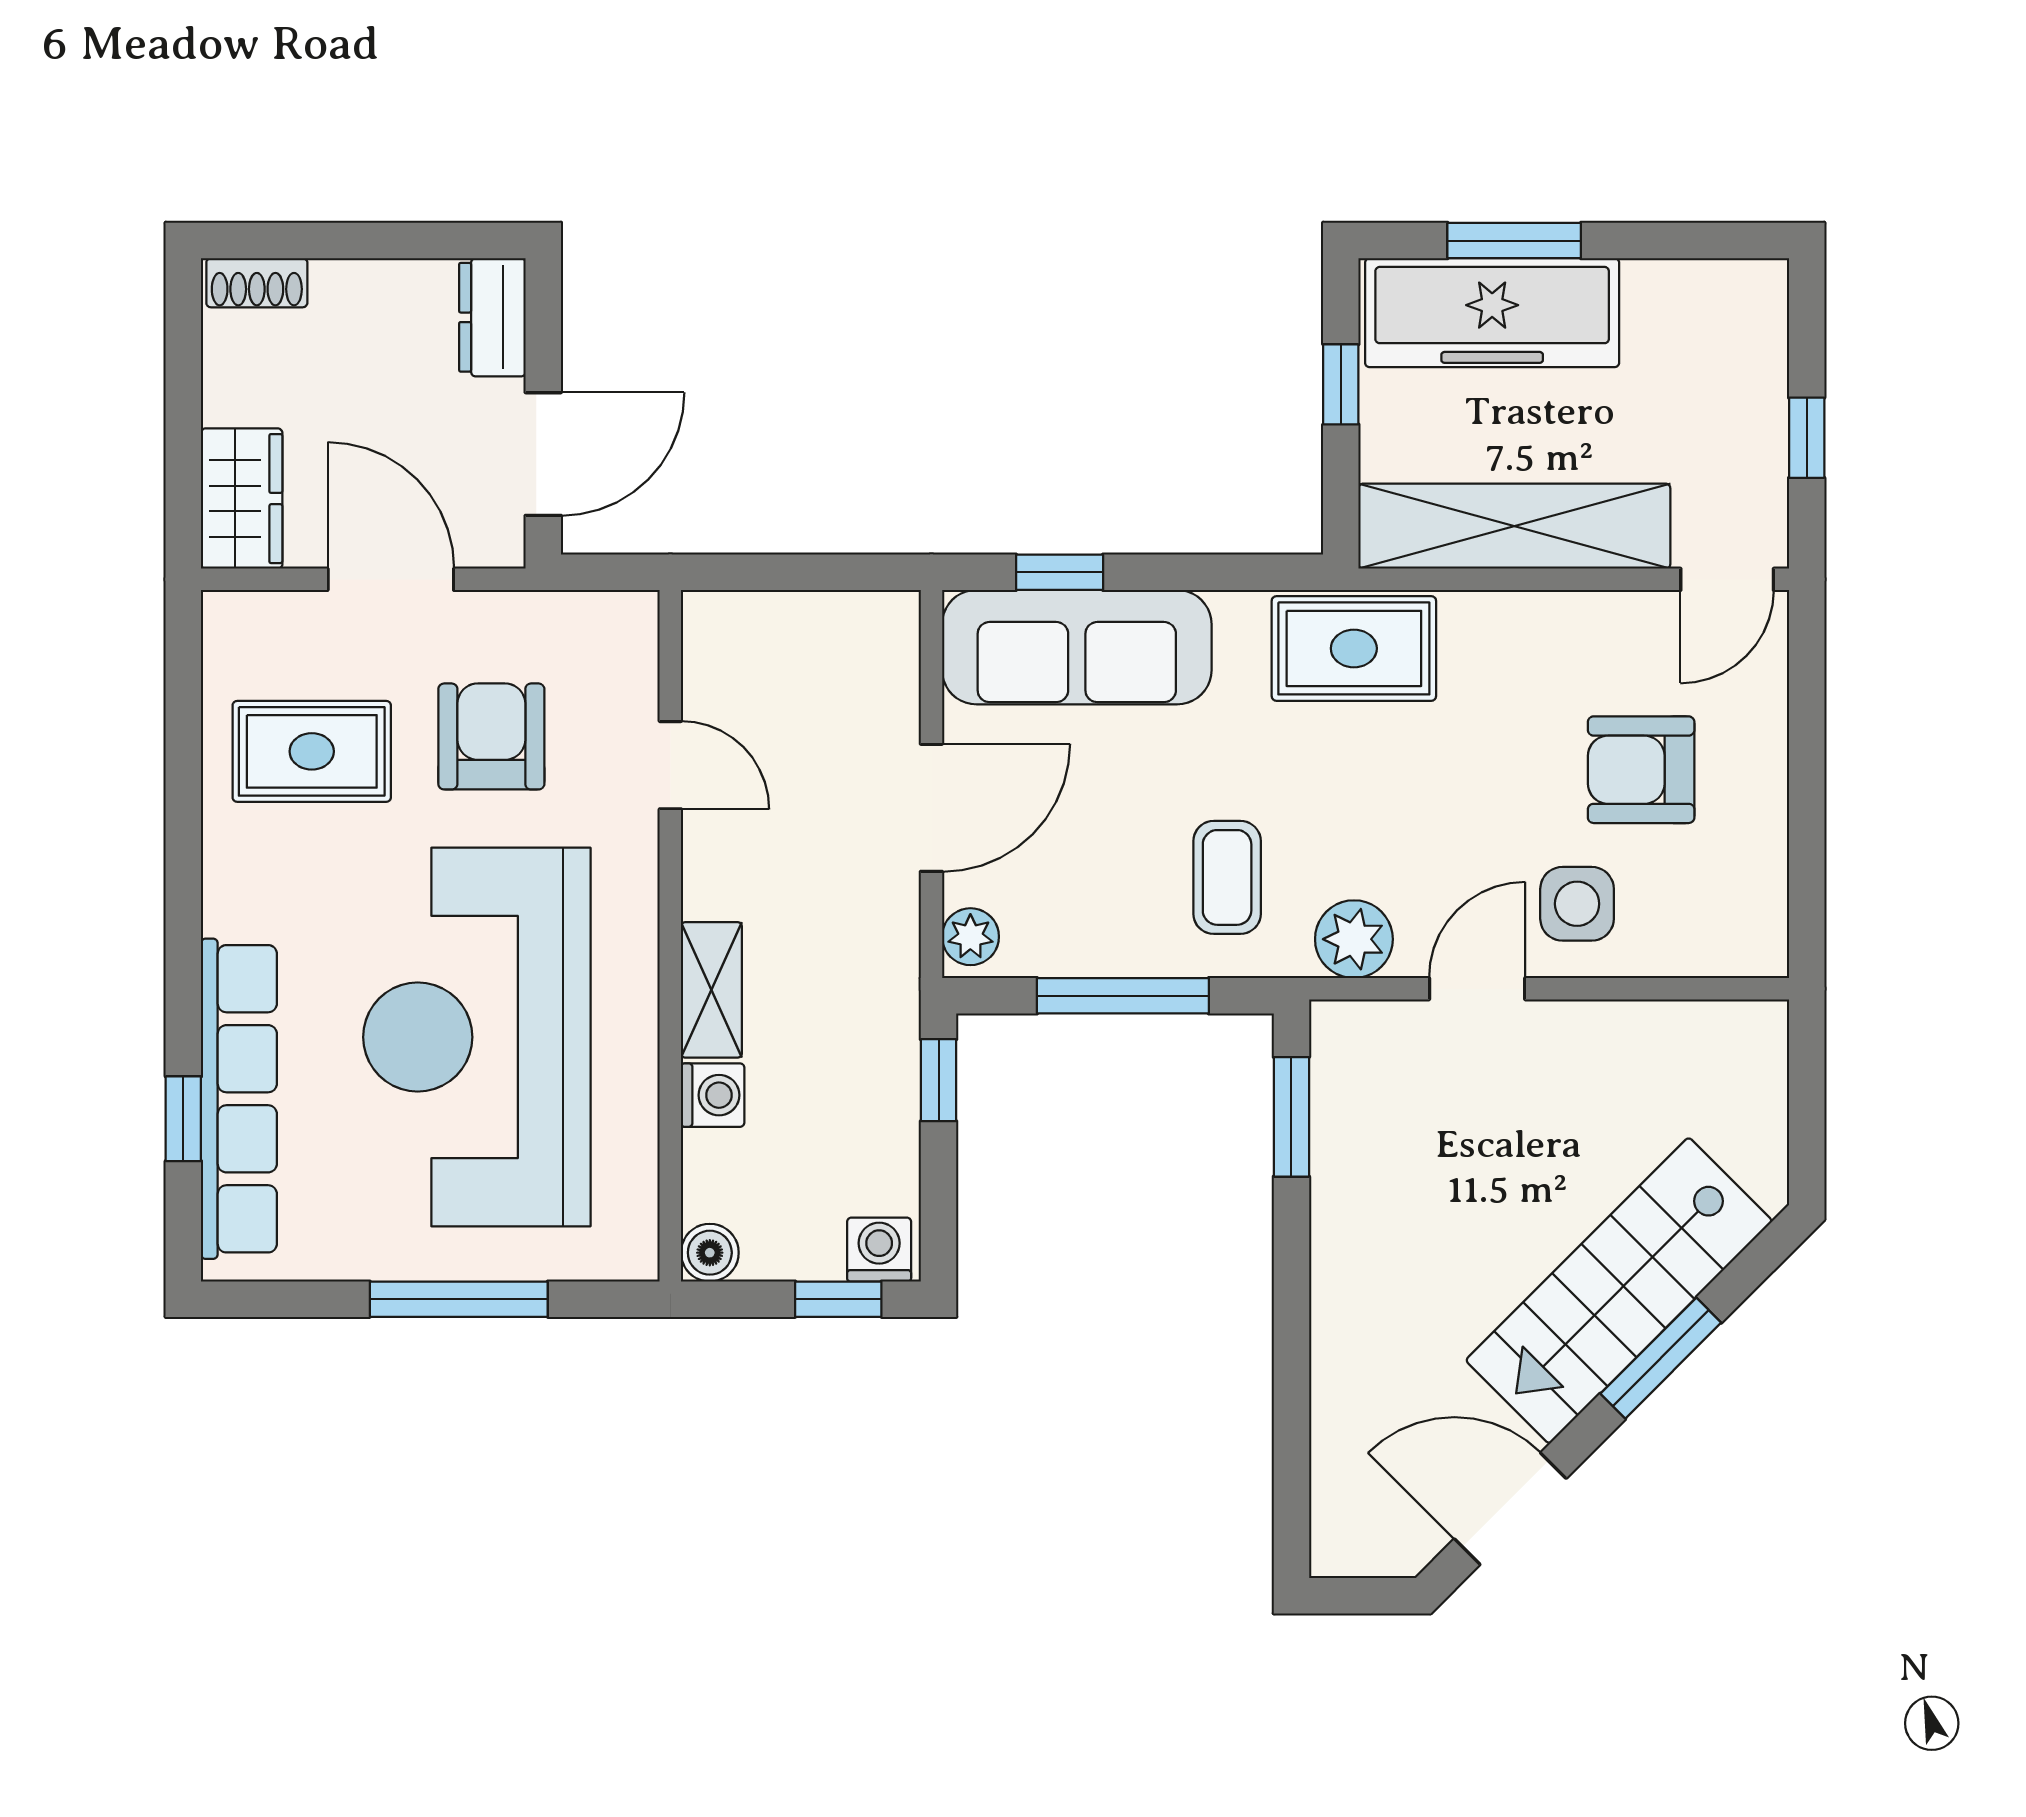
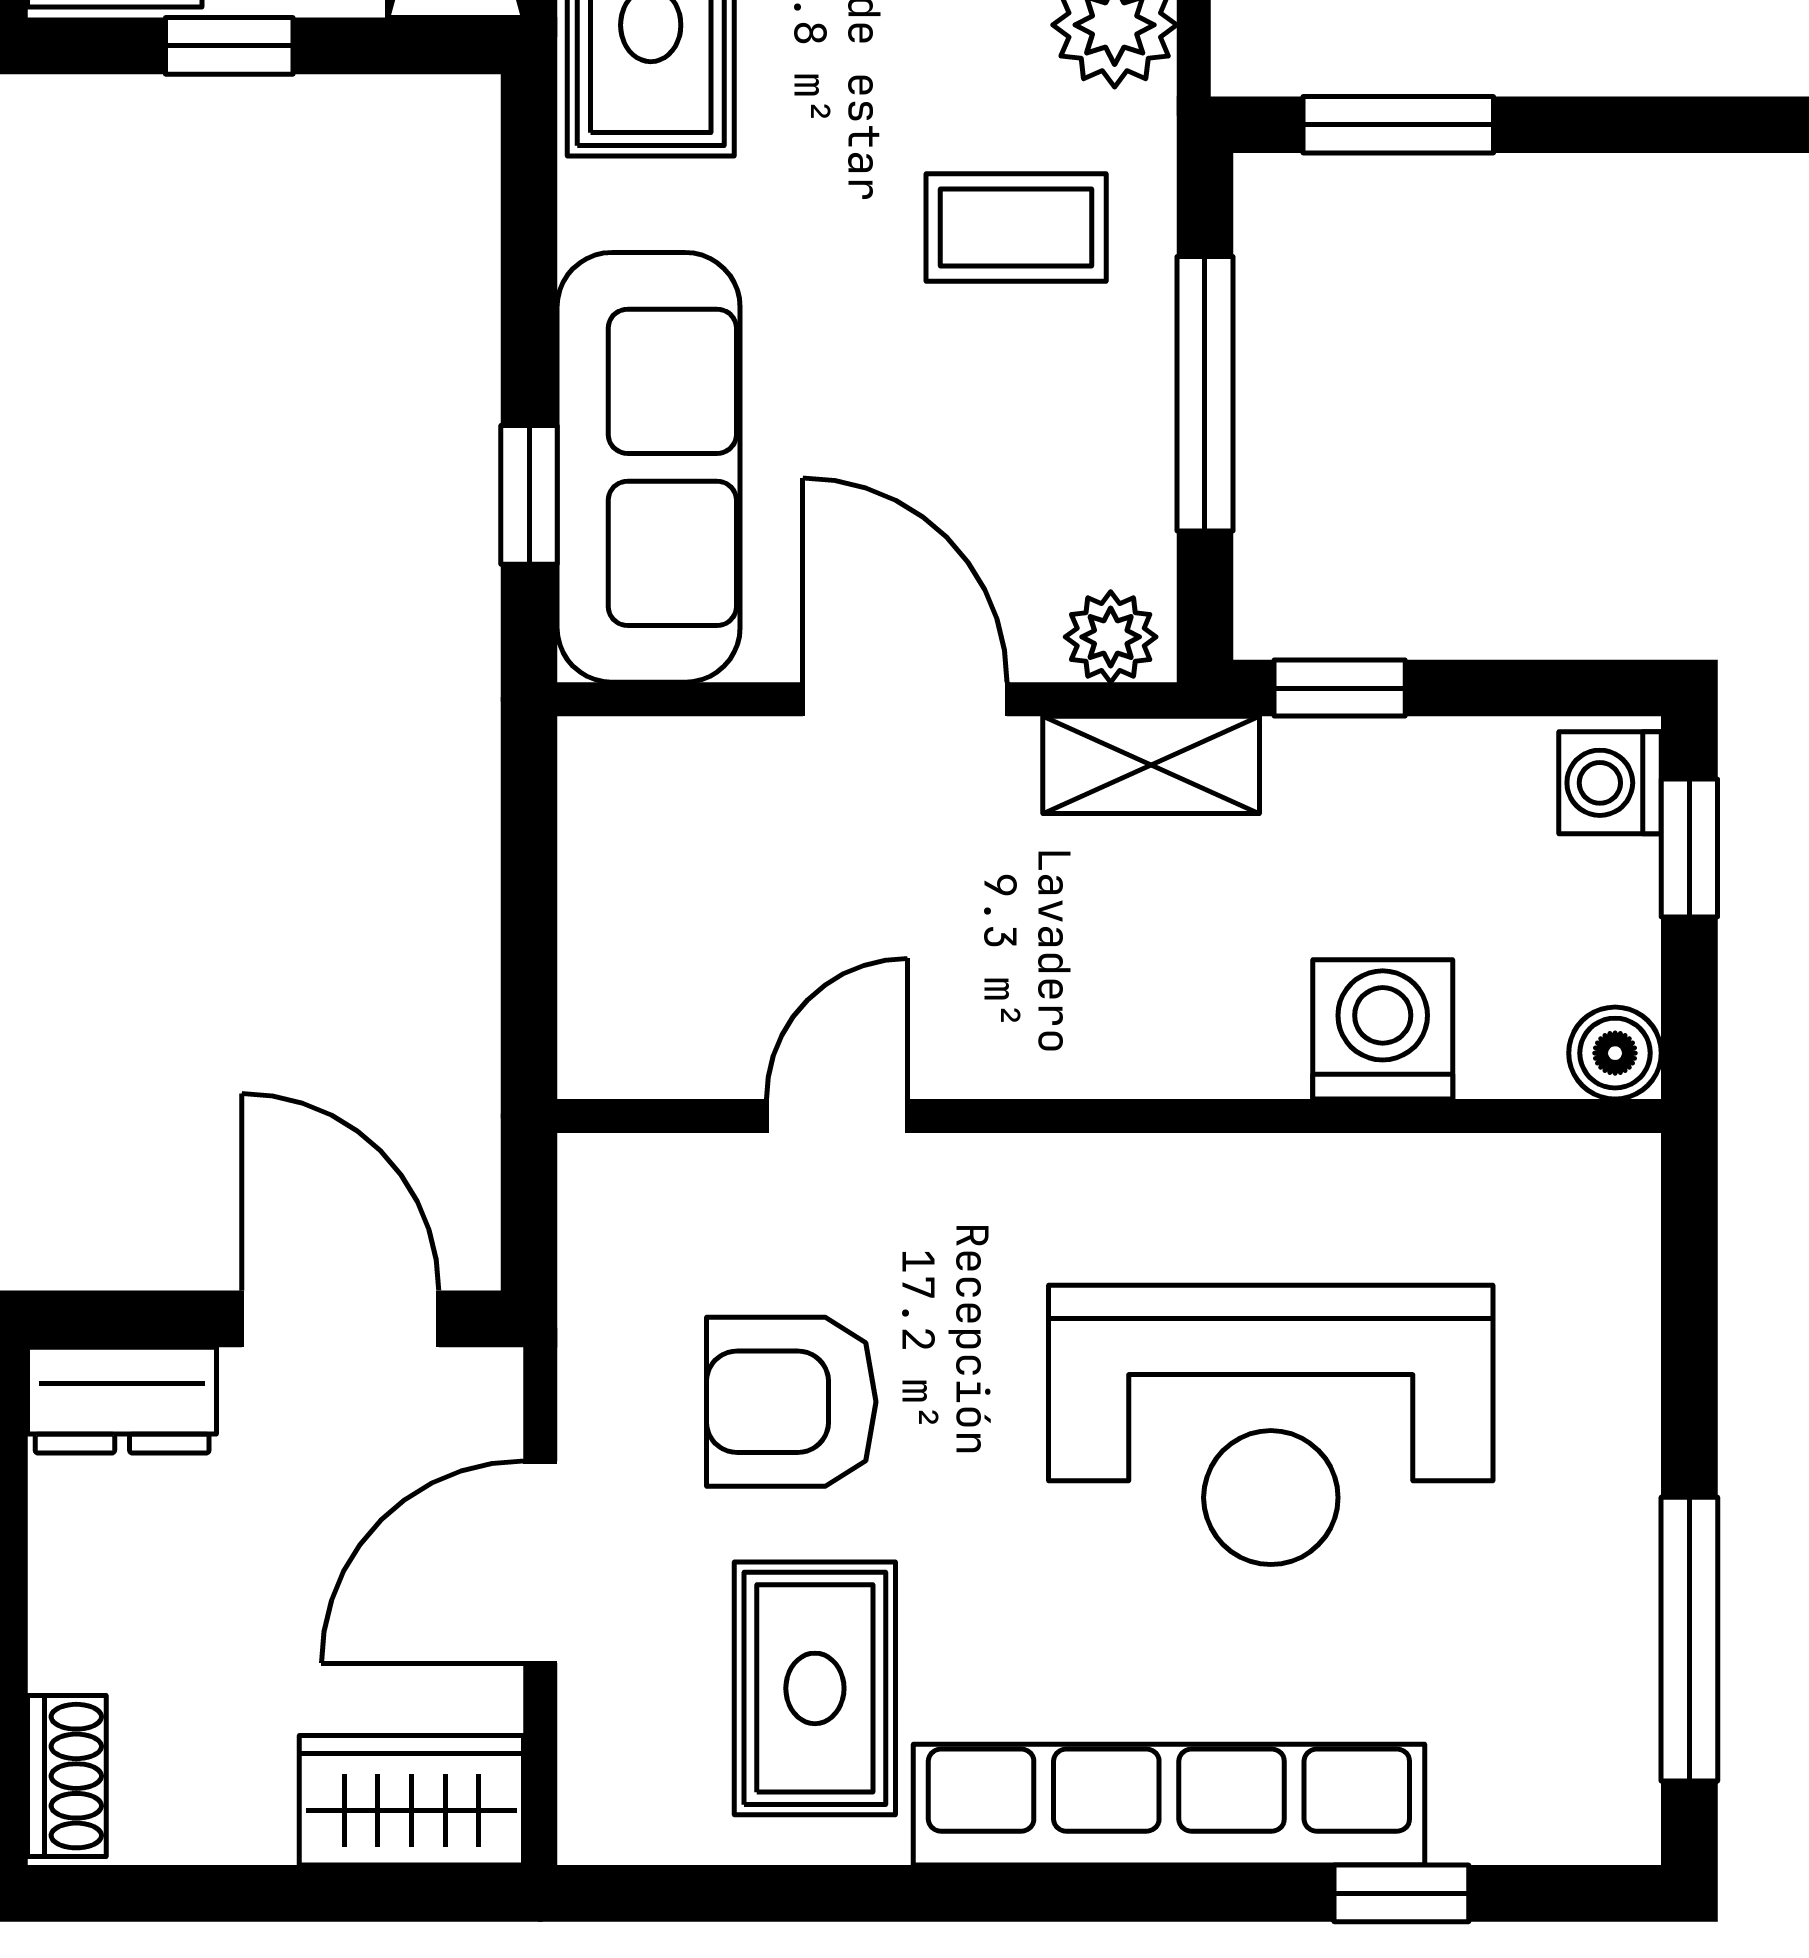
shelving: (711, 990) -> (1151, 765), moved
reception desk: (477, 1037) -> (1271, 1425), width x0.74, depth x0.77
washing machine: (713, 1095) -> (1383, 1029), width x1.38, depth x1.38
row of seats: (239, 1099) -> (1169, 1805), moved
window: (459, 1299) -> (1689, 1639), moved

